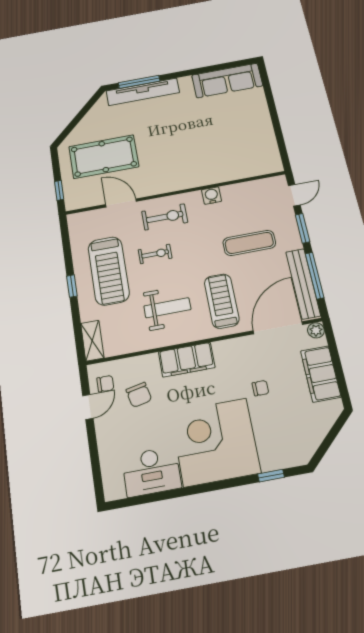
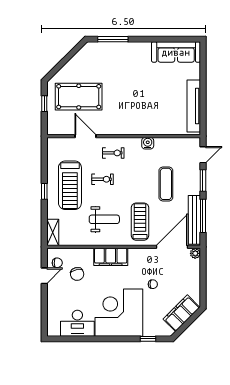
tv unit: (143, 92) -> (194, 106), moved, turned 90
window: (59, 190) -> (44, 104), moved
exercise bike: (165, 217) -> (113, 153), width x0.73, depth x0.72
exercise mat: (249, 243) -> (166, 184), turned 90
filing cabinet: (321, 374) -> (181, 313), moved, turned 45

